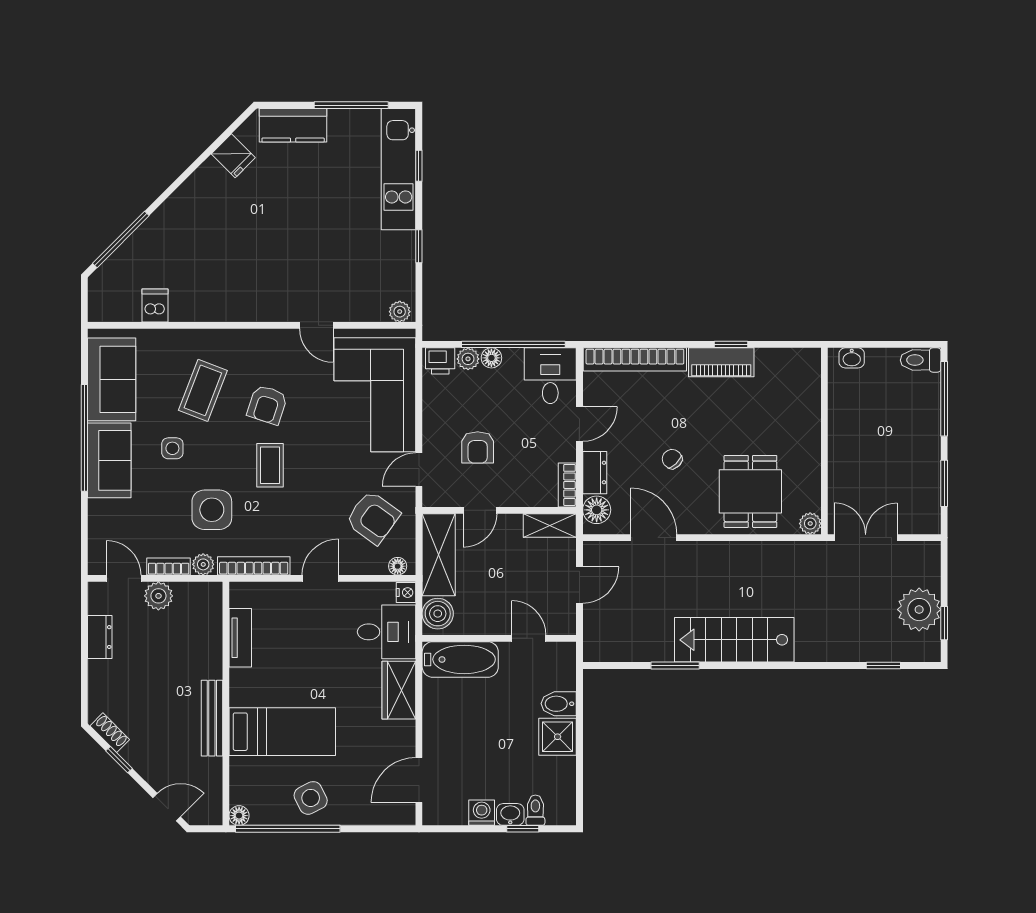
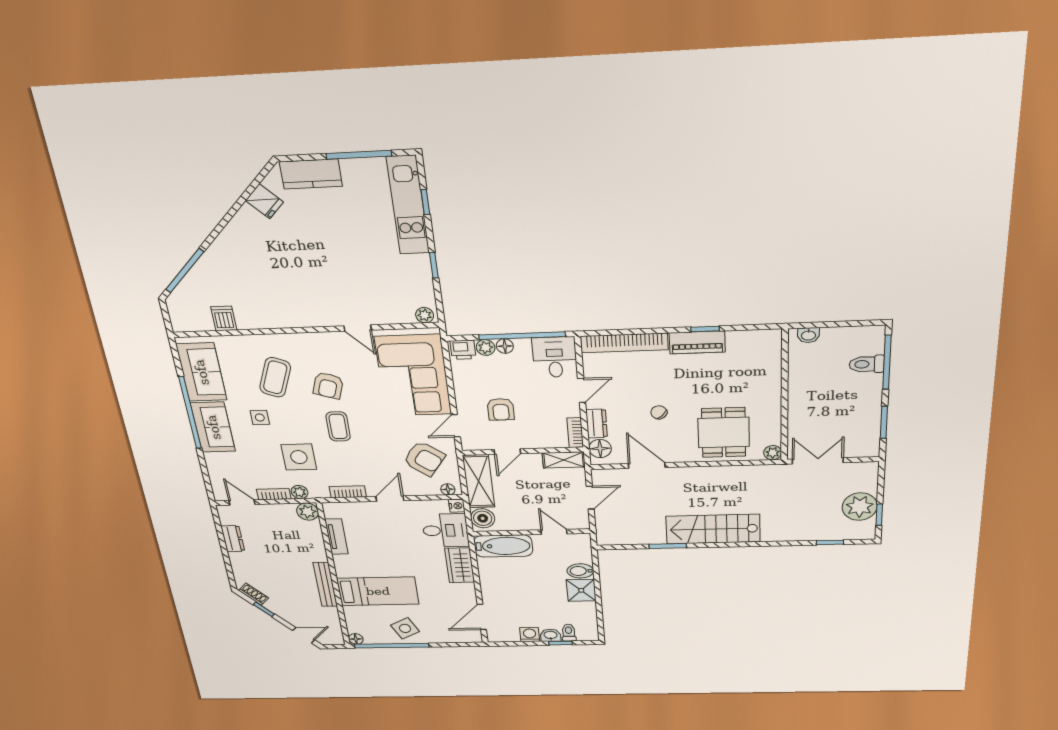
toilet: (921, 360) -> (867, 364), moved
bookcase: (254, 566) -> (348, 492), width x0.64
plant: (158, 596) -> (308, 512), moved

